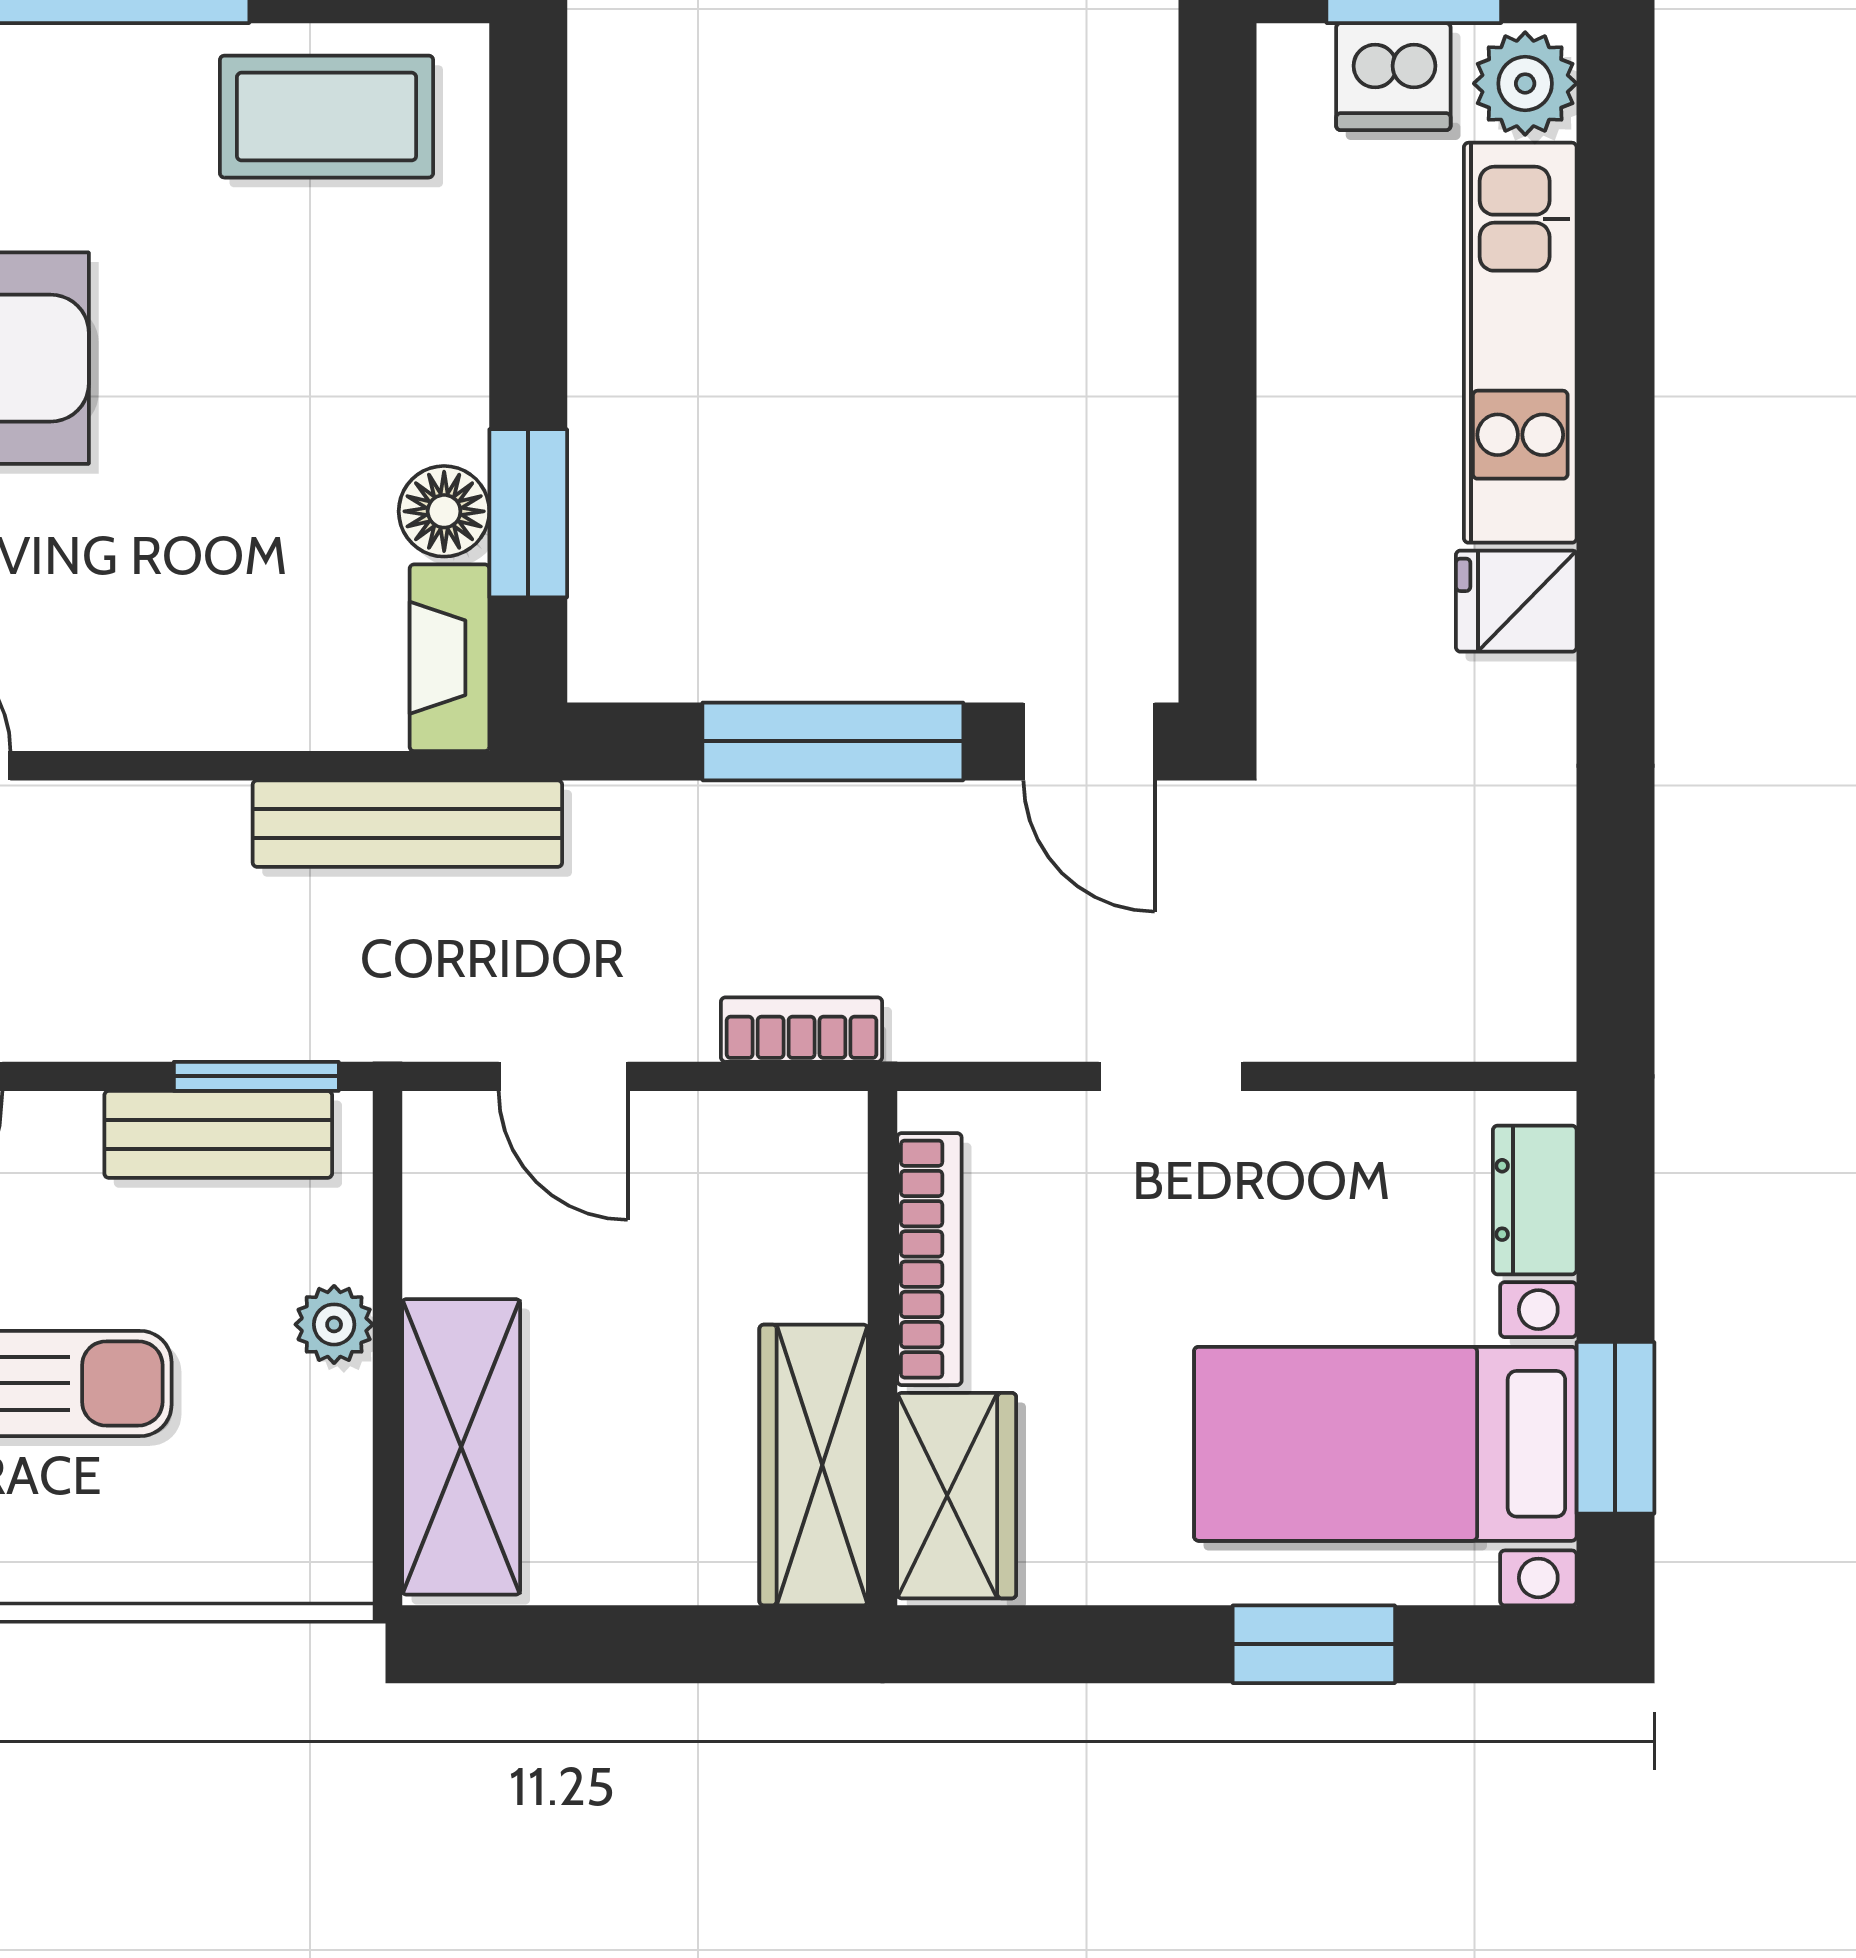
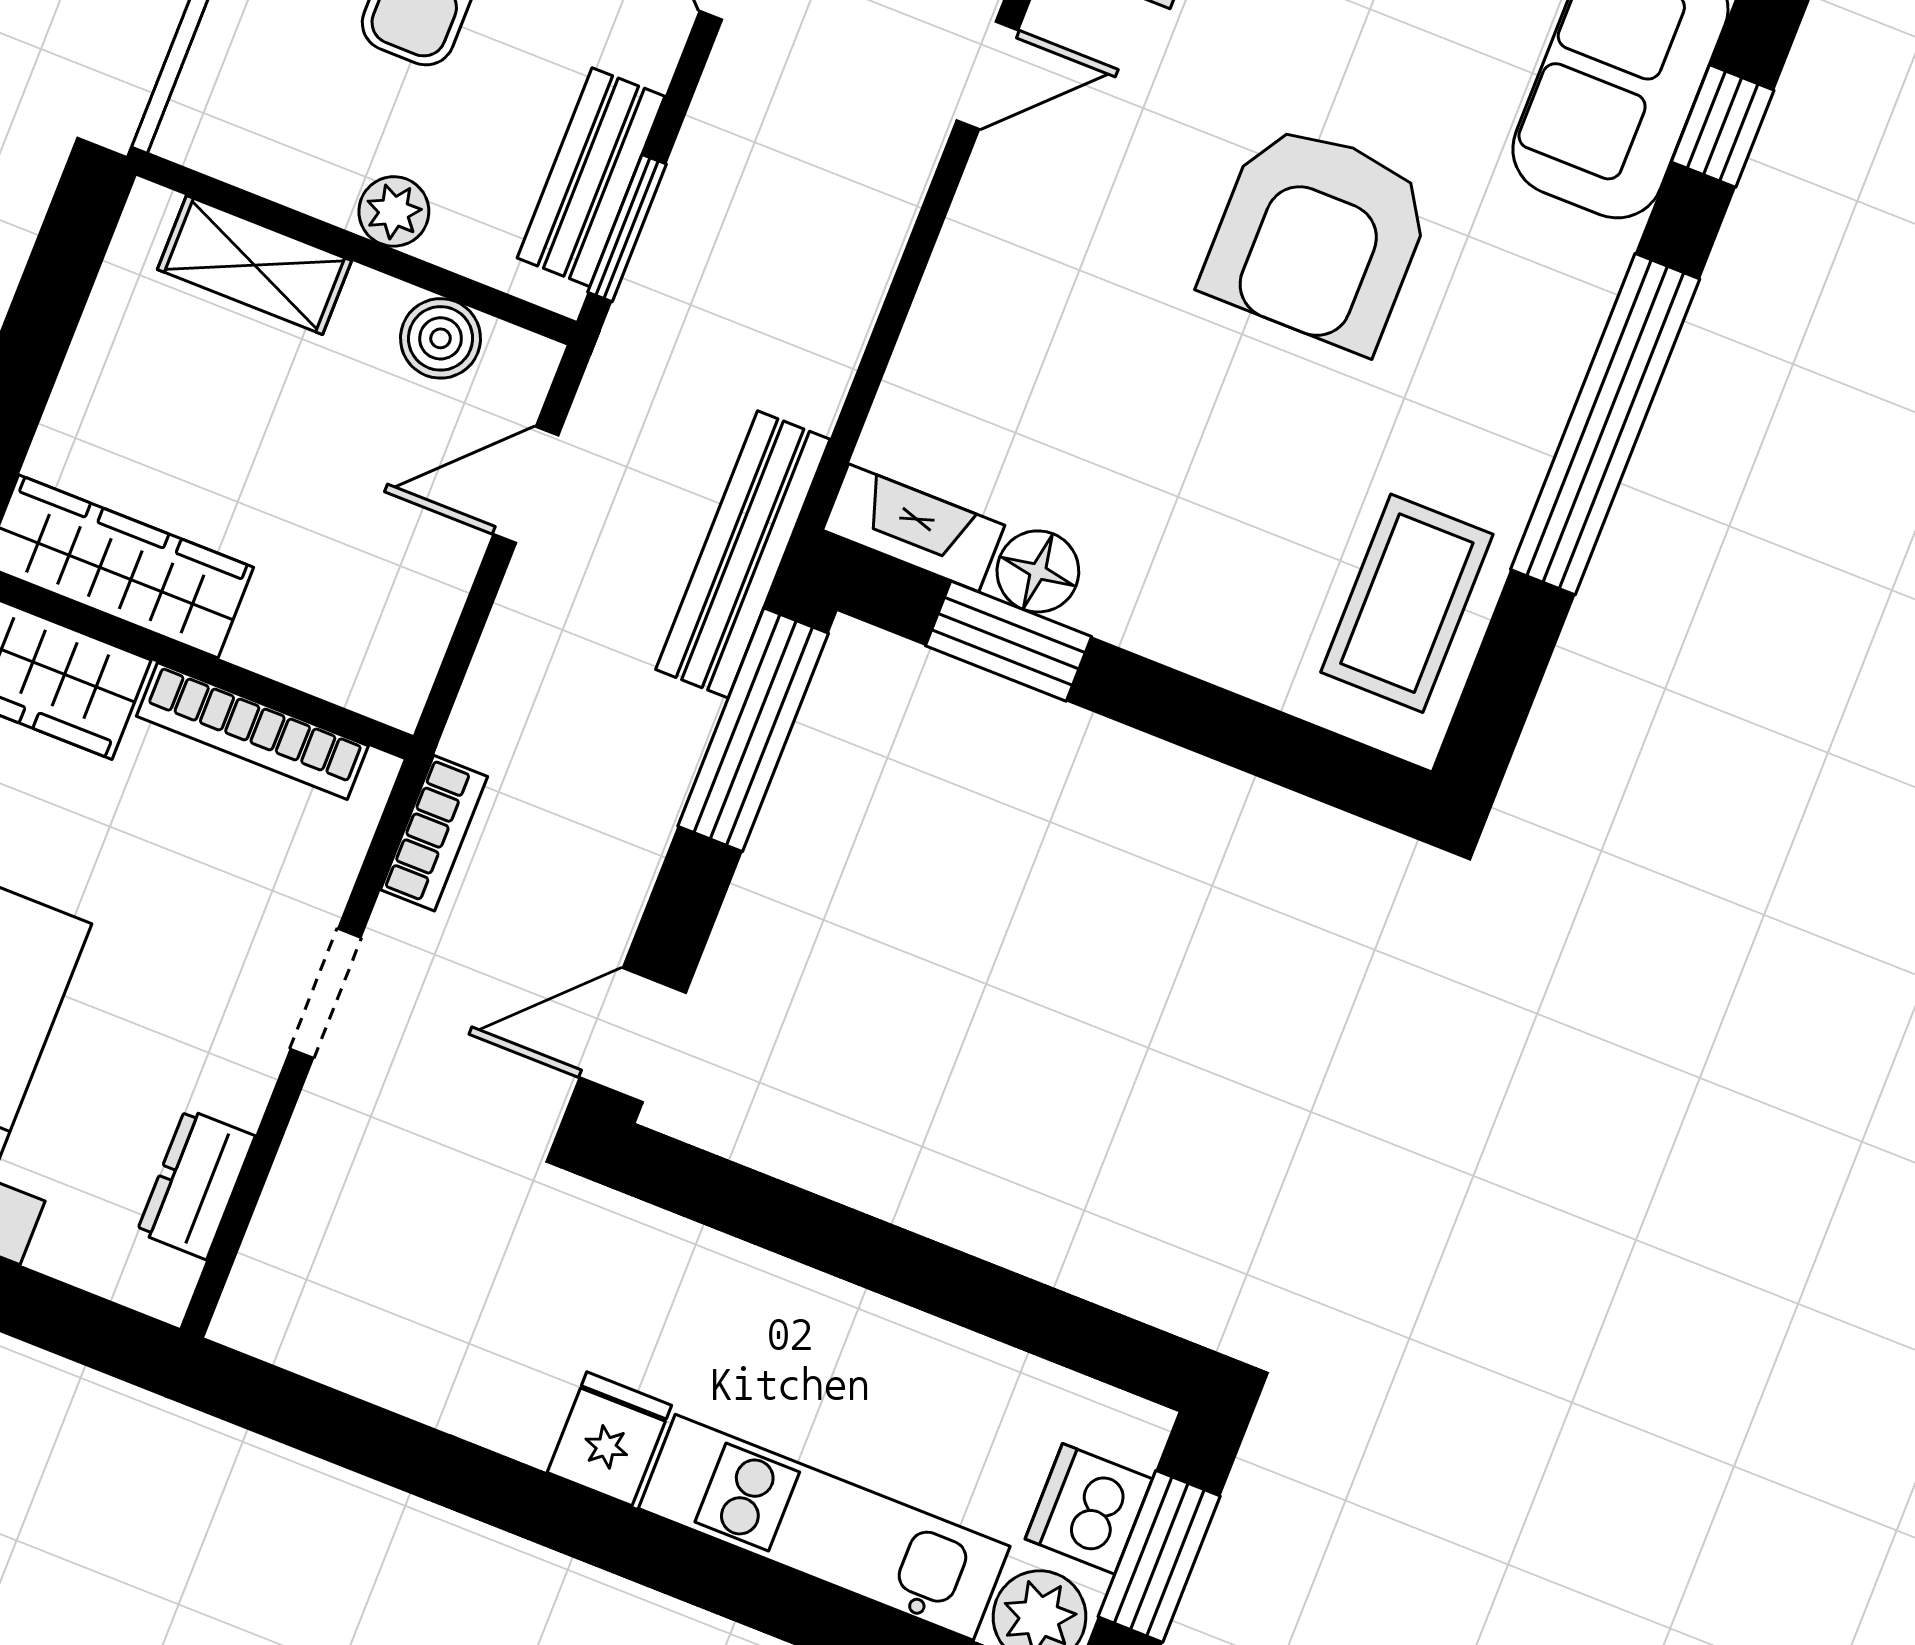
window: (833, 741) -> (753, 730), moved
bench: (407, 824) -> (743, 554), moved
bookcase: (802, 1030) -> (434, 833), moved
dresser: (1535, 1200) -> (196, 1184), moved, turned -90
boiler: (446, 1224) -> (441, 338), added
shelving: (461, 1447) -> (254, 265), width x0.67, depth x0.75

